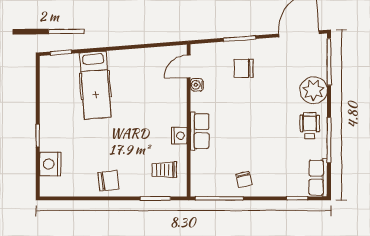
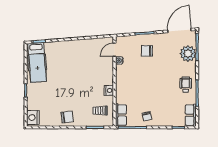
hospital bed: (95, 85) -> (37, 62), moved
plant: (314, 90) -> (188, 54), moved
row of seats: (200, 131) -> (121, 115), moved
nightstand: (50, 164) -> (33, 117), moved

